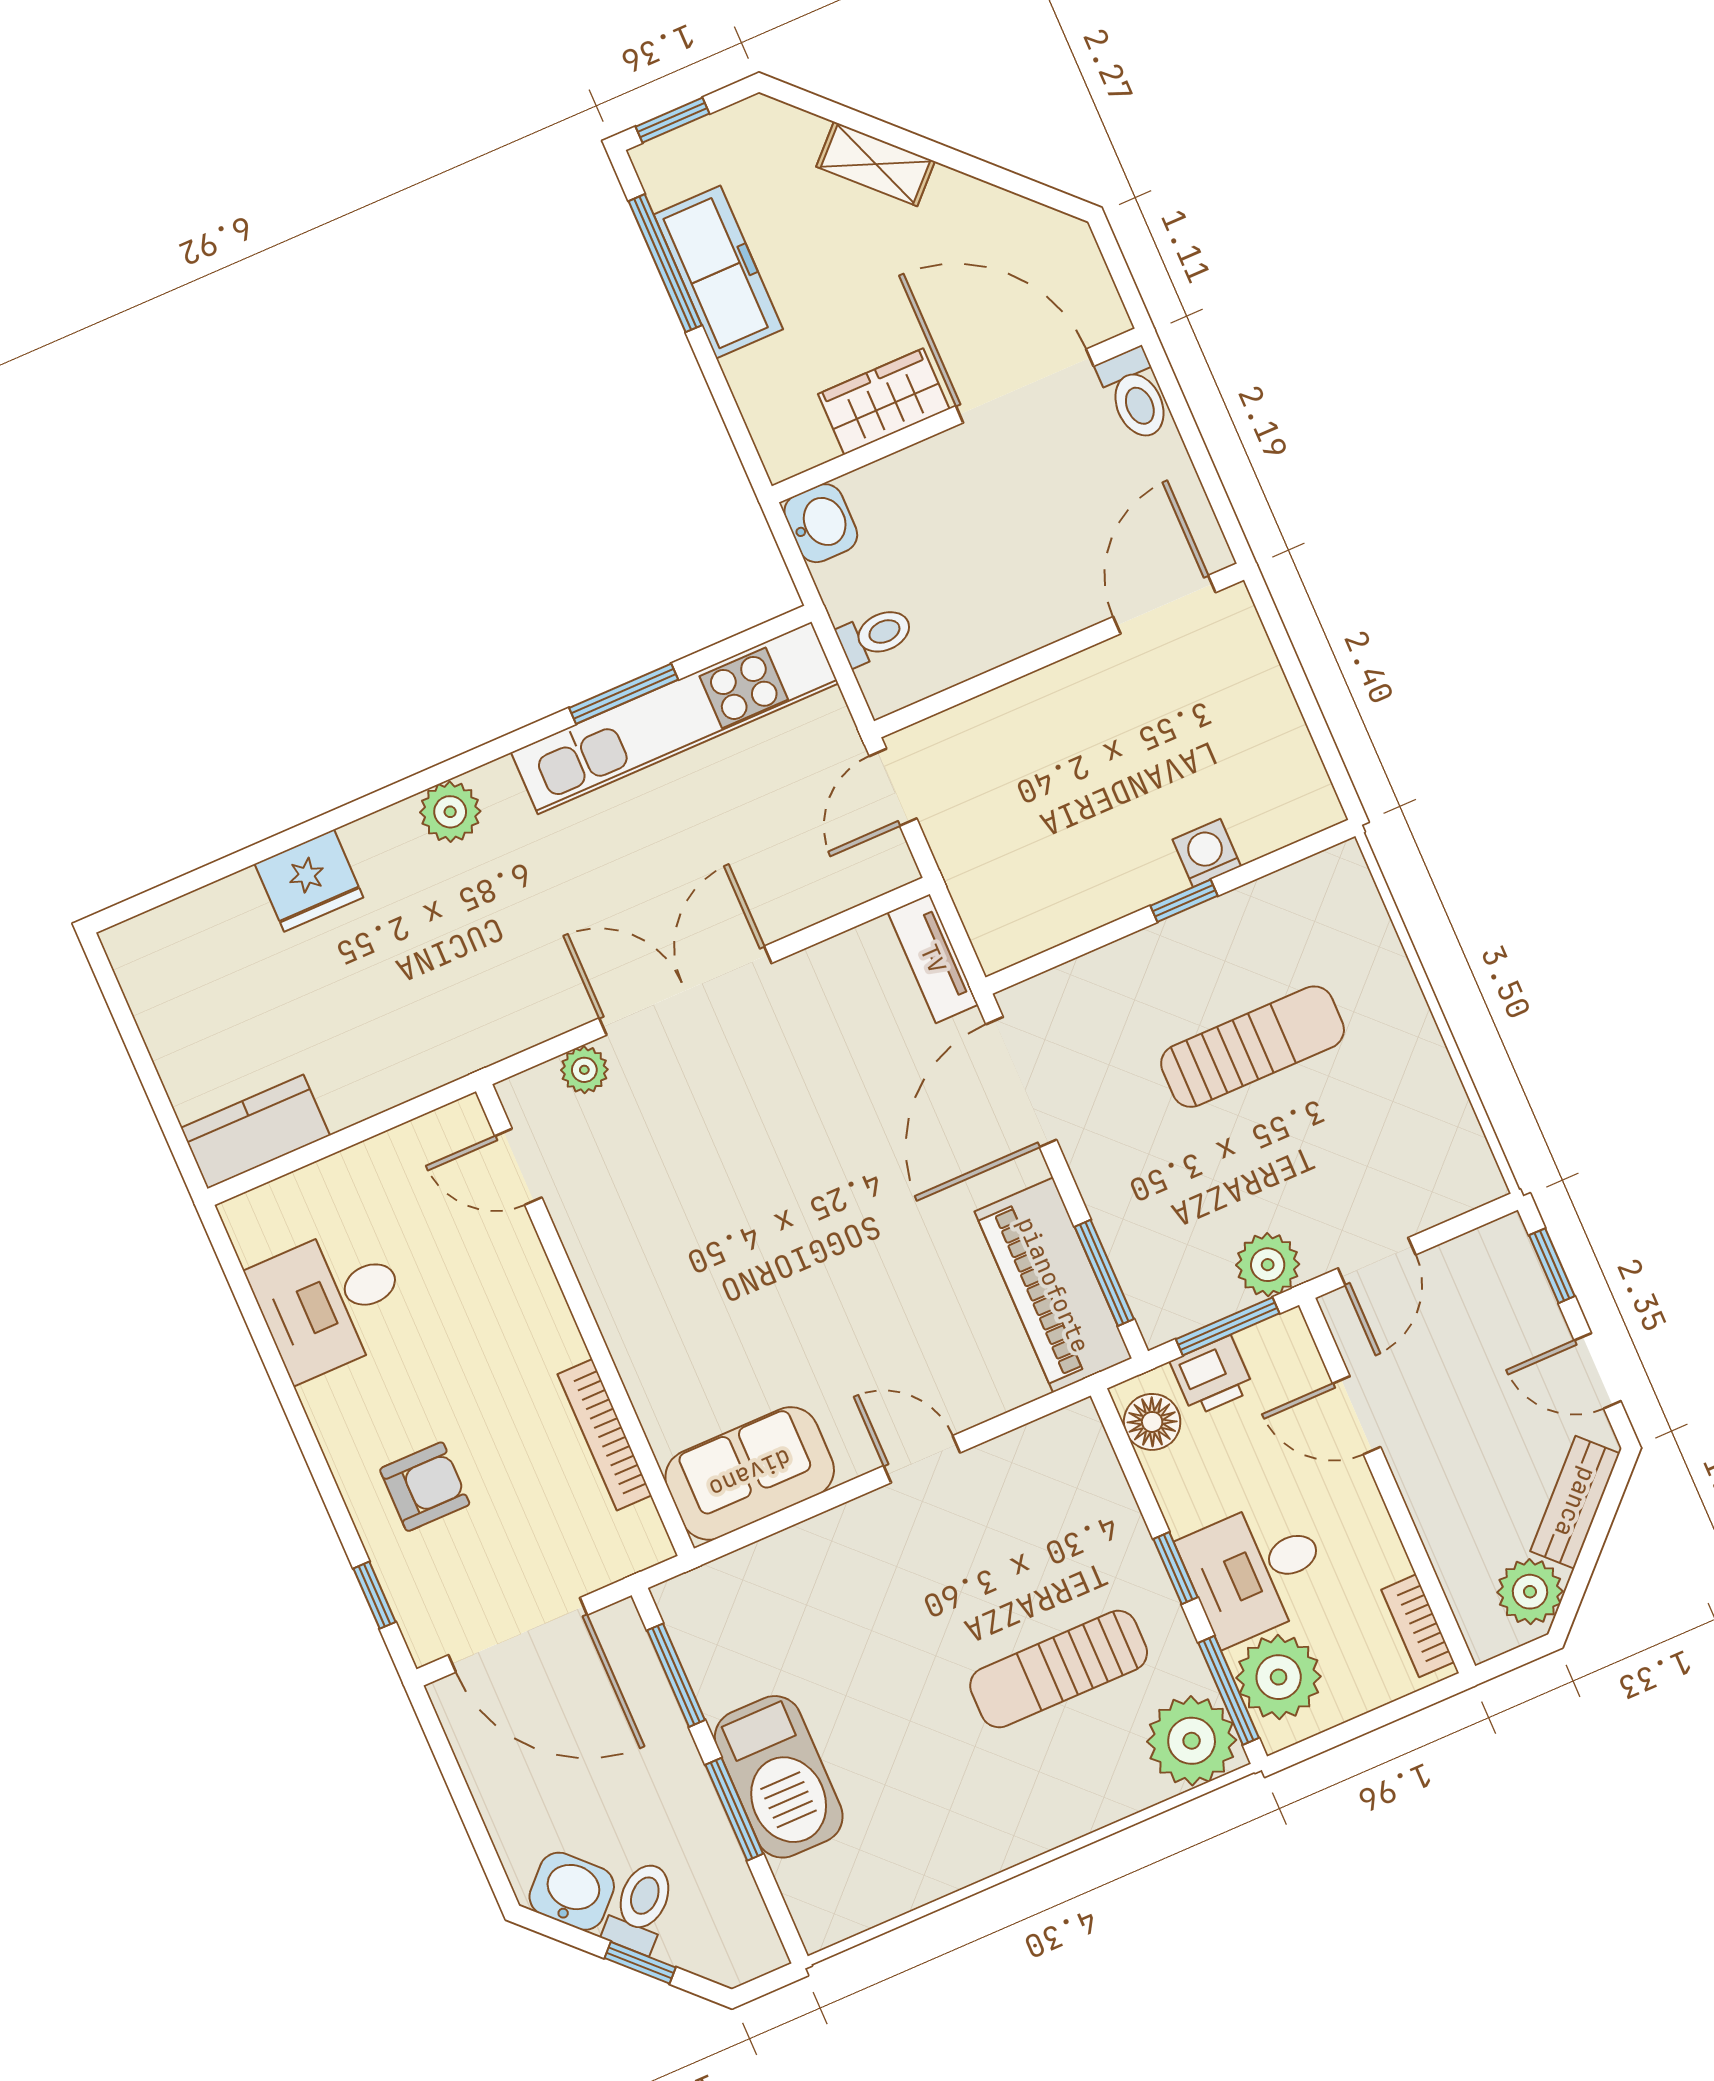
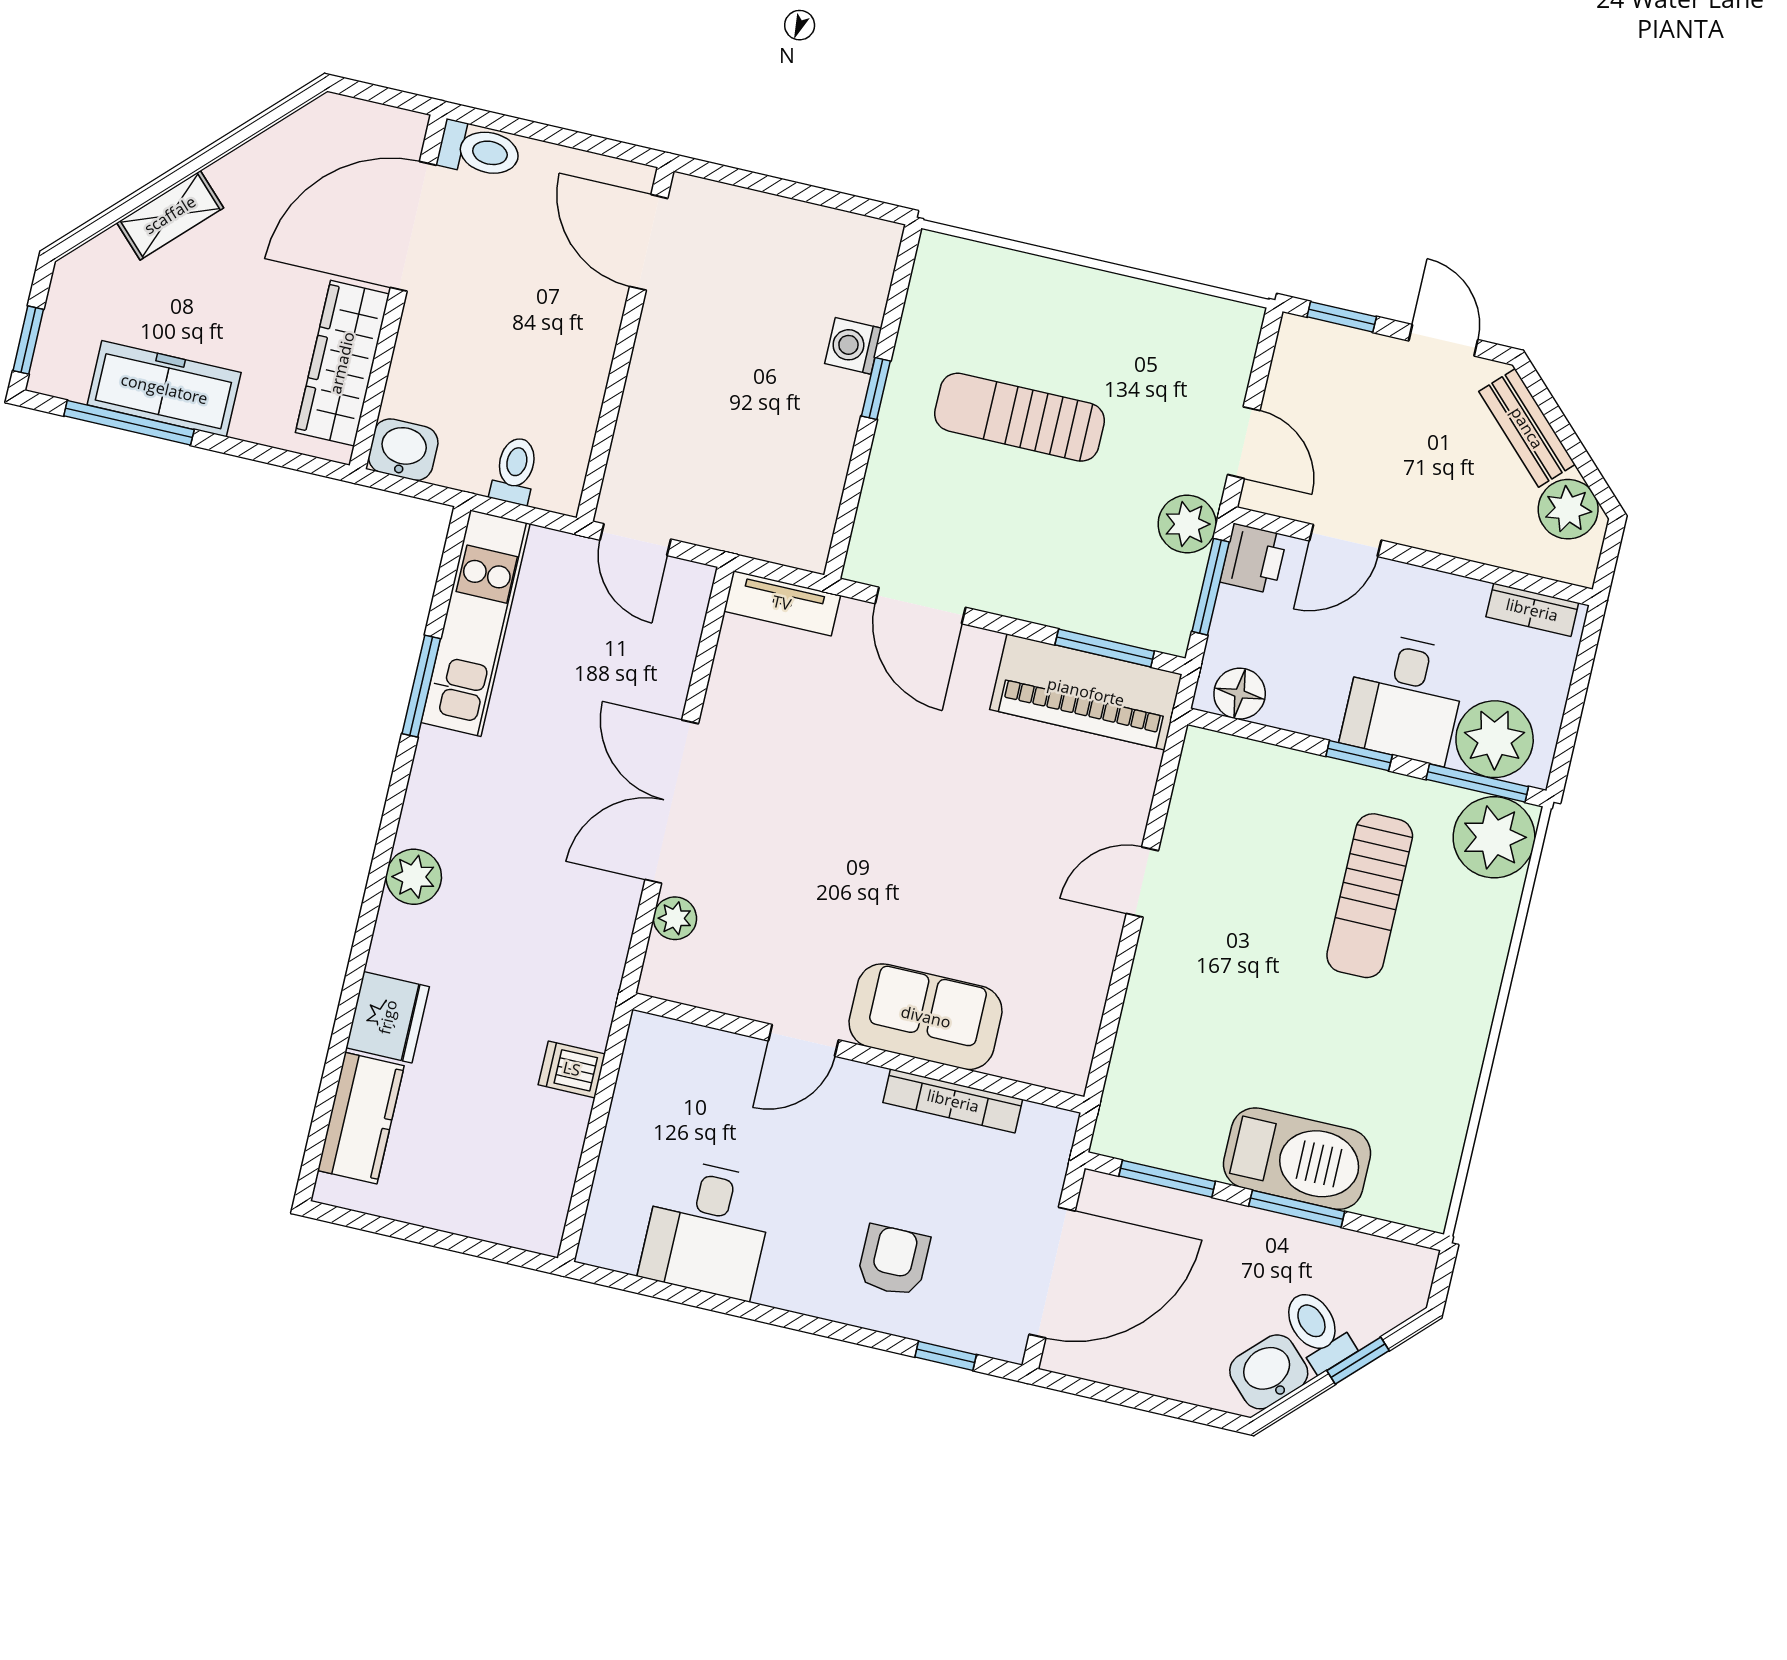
wardrobe: (884, 402) -> (342, 363), width x1.50
kitchen unit: (675, 718) -> (476, 623), width x0.73
sun lounger: (1253, 1047) -> (1020, 417), turned -90
dishwasher: (383, 1077) -> (572, 1069), added
door: (1021, 1082) -> (920, 605), width x0.73
kitchen counter: (255, 1132) -> (361, 1118), moved, turned 180
door: (518, 1167) -> (803, 1040), moved
door: (1598, 1371) -> (1443, 340), swing flipped
printer: (1212, 1376) -> (1254, 559), moved
sofa: (750, 1473) -> (926, 1017), moved, turned 90

